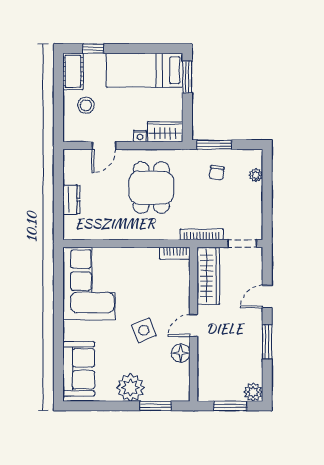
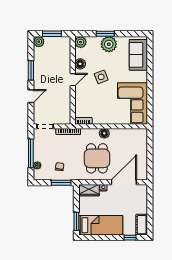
stool: (86, 105) -> (134, 205), removed
door: (104, 146) -> (124, 182), width x1.87
window: (267, 196) -> (31, 153), added
dresser: (71, 200) -> (142, 151), removed
floor lamp: (138, 231) -> (104, 133), added
wardrobe: (208, 276) -> (64, 108), removed
plant: (180, 391) -> (81, 42), added
window: (156, 406) -> (105, 34), moved

